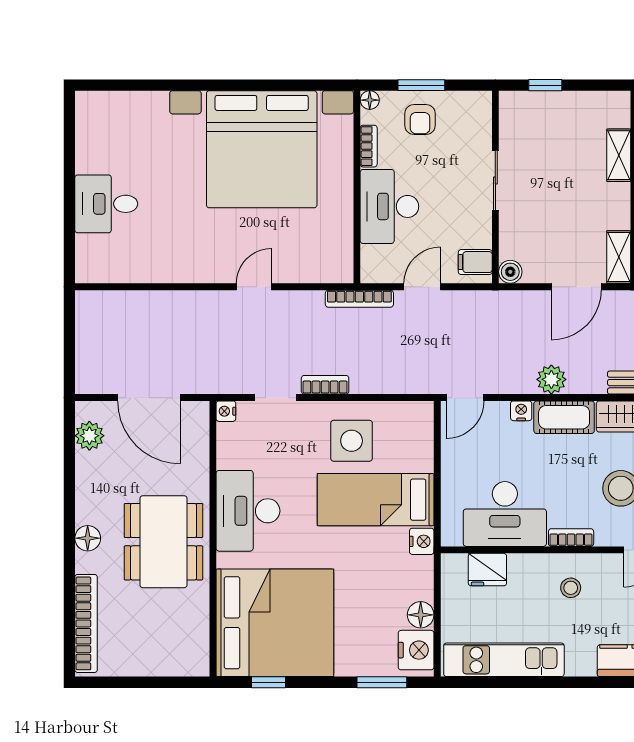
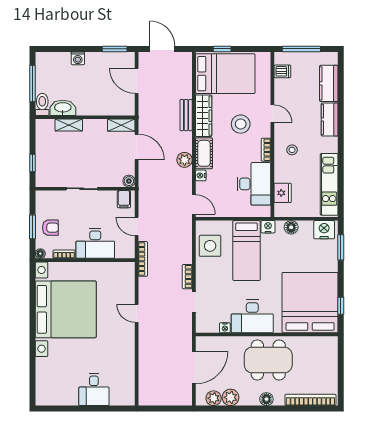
nightstand: (226, 411) -> (225, 328), moved
side table: (352, 441) -> (210, 246), moved
plant: (91, 469) -> (231, 397), added
floor lamp: (421, 615) -> (291, 227), moved

